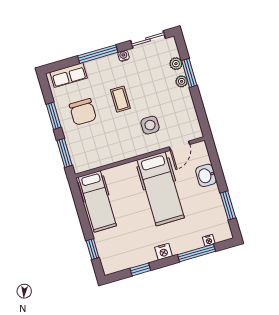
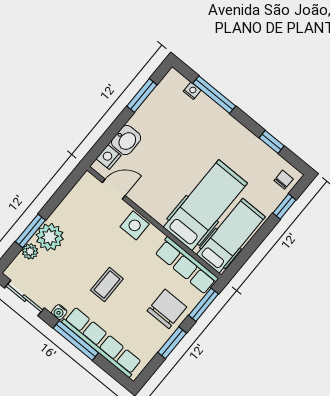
row of seats: (69, 75) -> (102, 342), width x2.02
plant: (182, 81) -> (50, 237), width x1.88, depth x1.88
chair: (83, 112) -> (167, 309), moved
side table: (150, 125) -> (135, 225), moved
row of seats: (97, 159) -> (186, 266), added
hospital bed: (161, 189) -> (205, 205), moved
nightstand: (163, 252) -> (109, 157), moved, turned -90
chair: (110, 260) -> (284, 180), added

